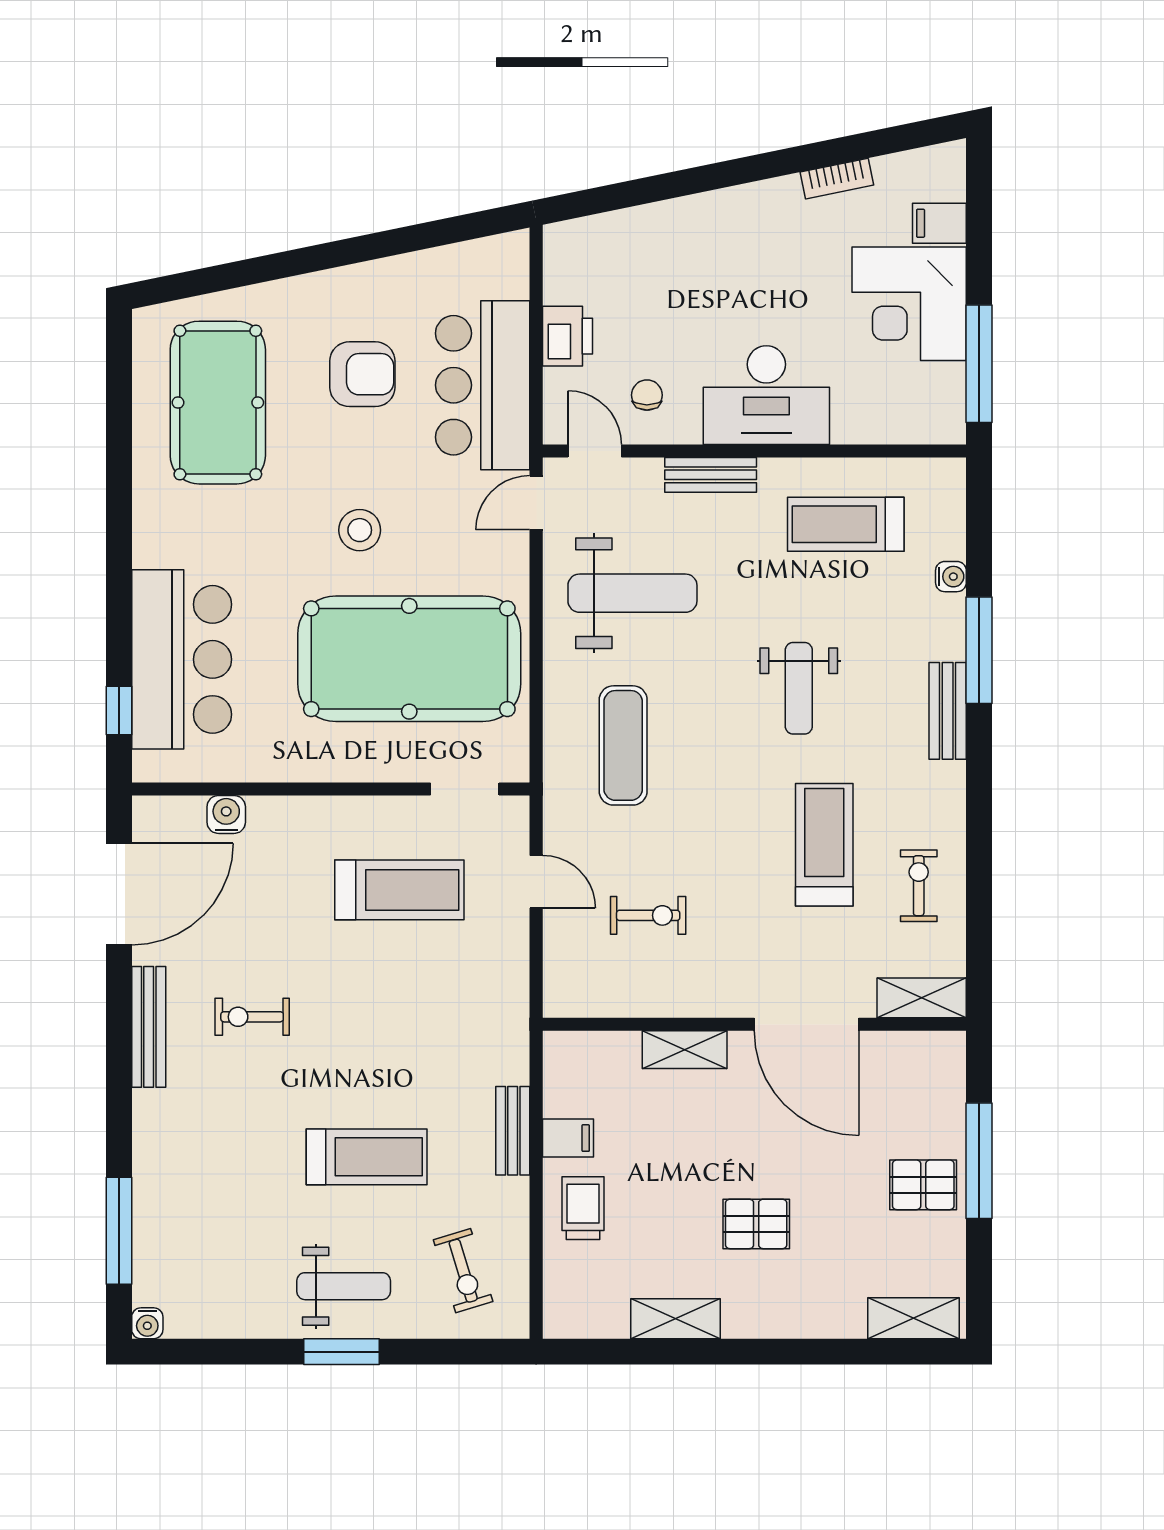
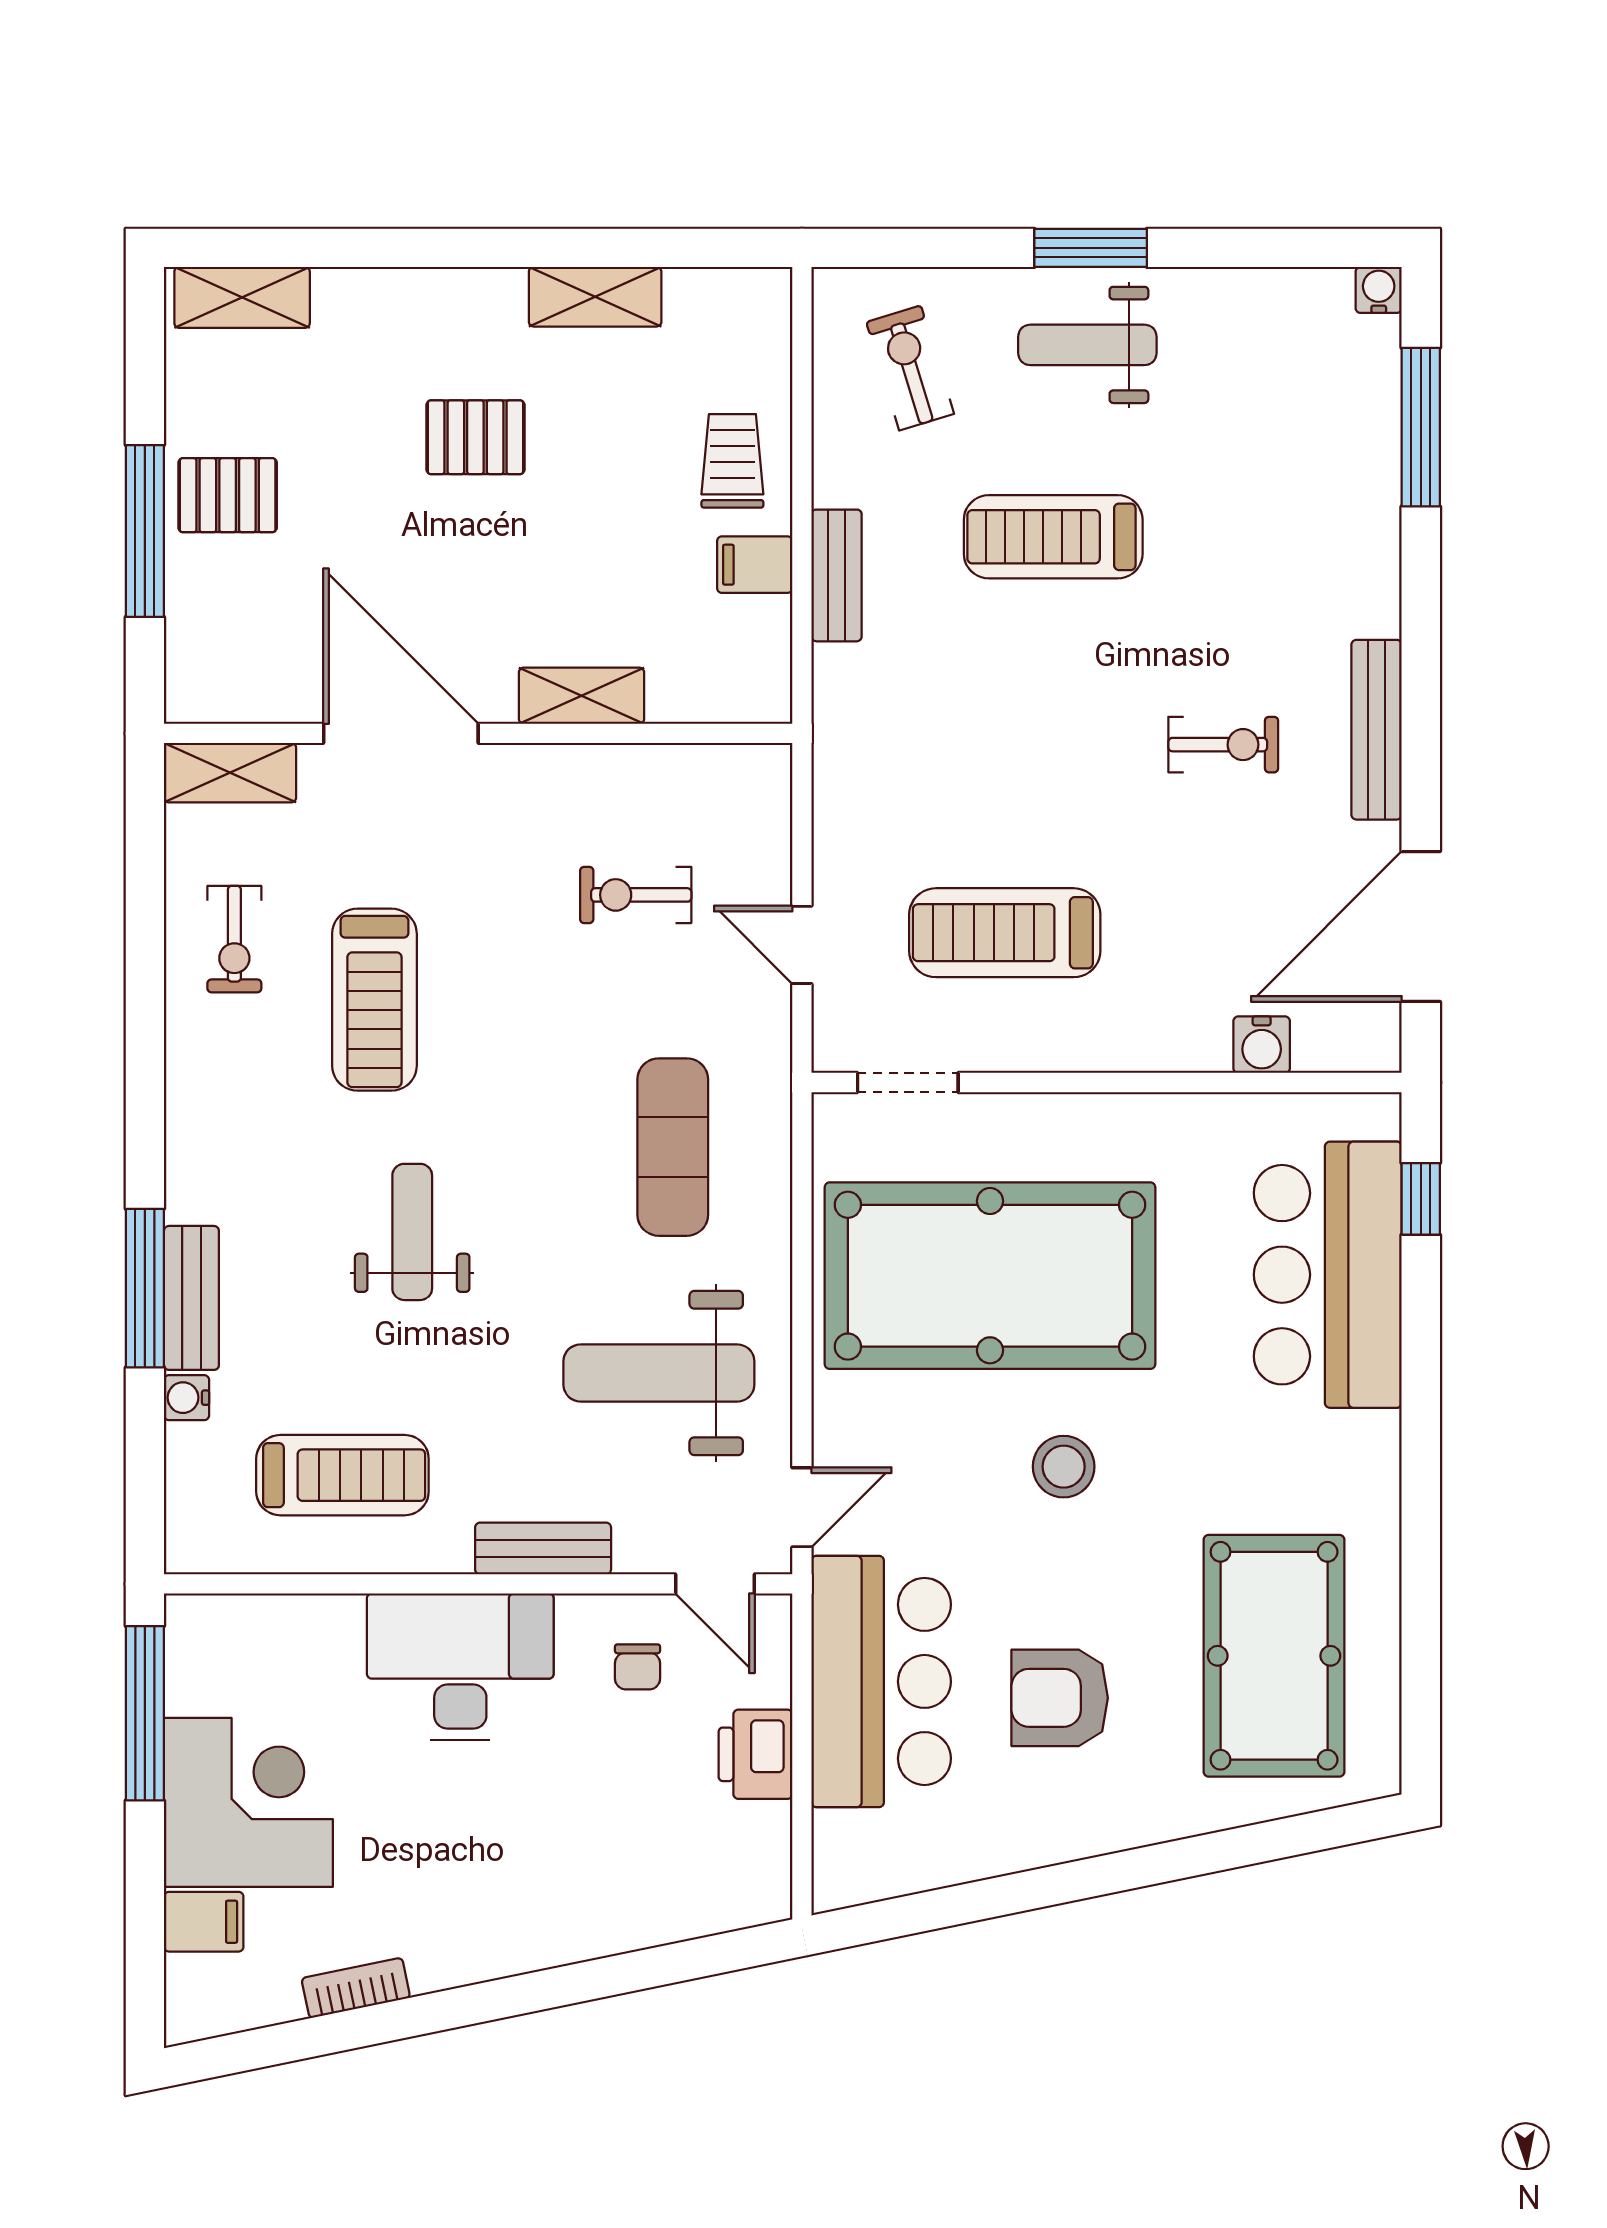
bench: (948, 711) -> (191, 1298), moved
trolley: (583, 1208) -> (732, 461), turned 180

